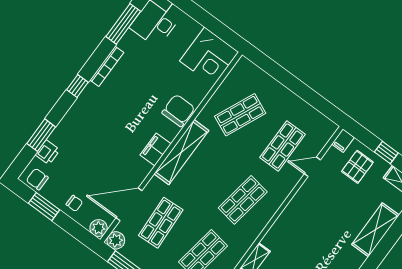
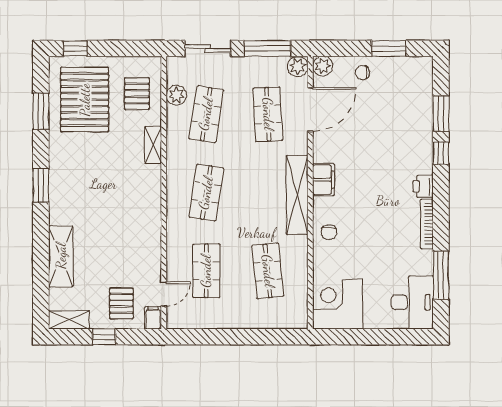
window: (77, 86) -> (441, 153), moved
chair: (178, 110) -> (329, 232), width x0.54, depth x0.54
shop shelf: (240, 115) -> (268, 271), turned -30
printer: (48, 152) -> (423, 186), moved
door: (312, 167) -> (164, 294), moved
chair: (37, 179) -> (414, 70), removed

